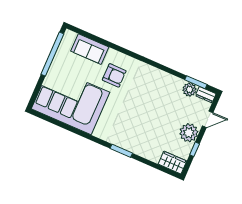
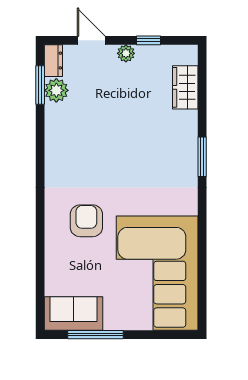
sofa: (90, 49) -> (73, 313), moved, turned -90
window: (52, 54) -> (95, 335), width x0.68
plant: (189, 133) -> (126, 53), width x0.53, depth x0.53
wardrobe: (172, 163) -> (185, 87), moved

